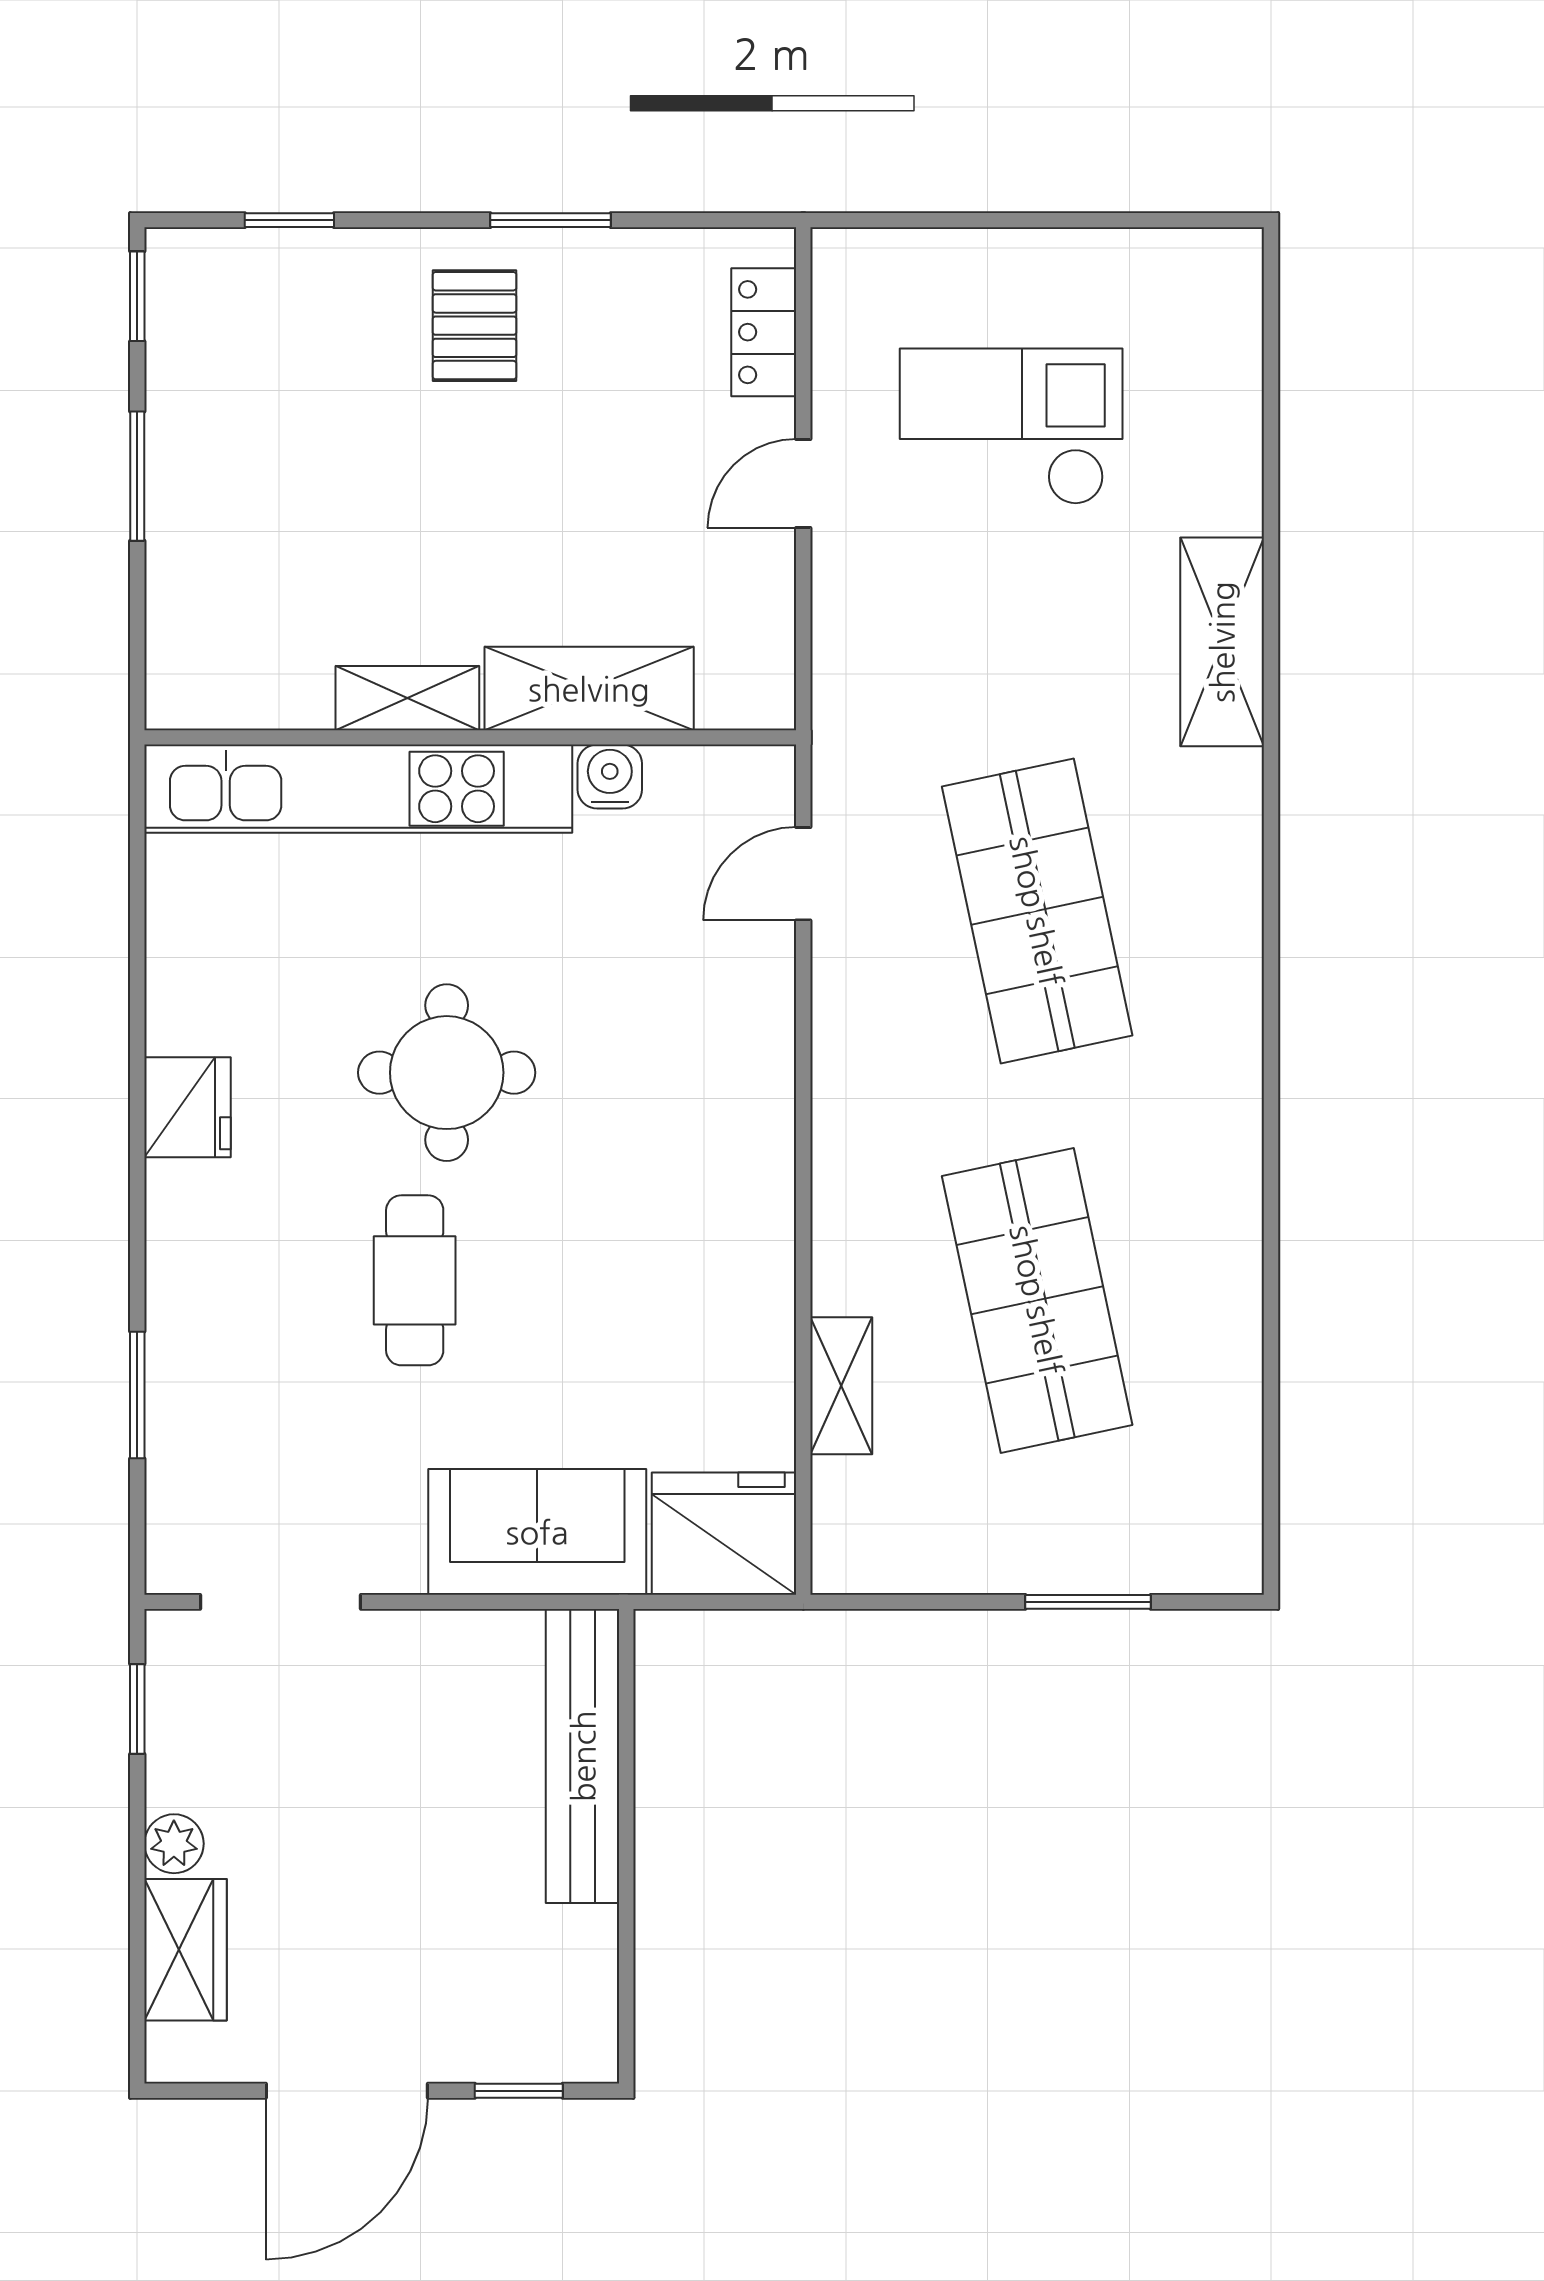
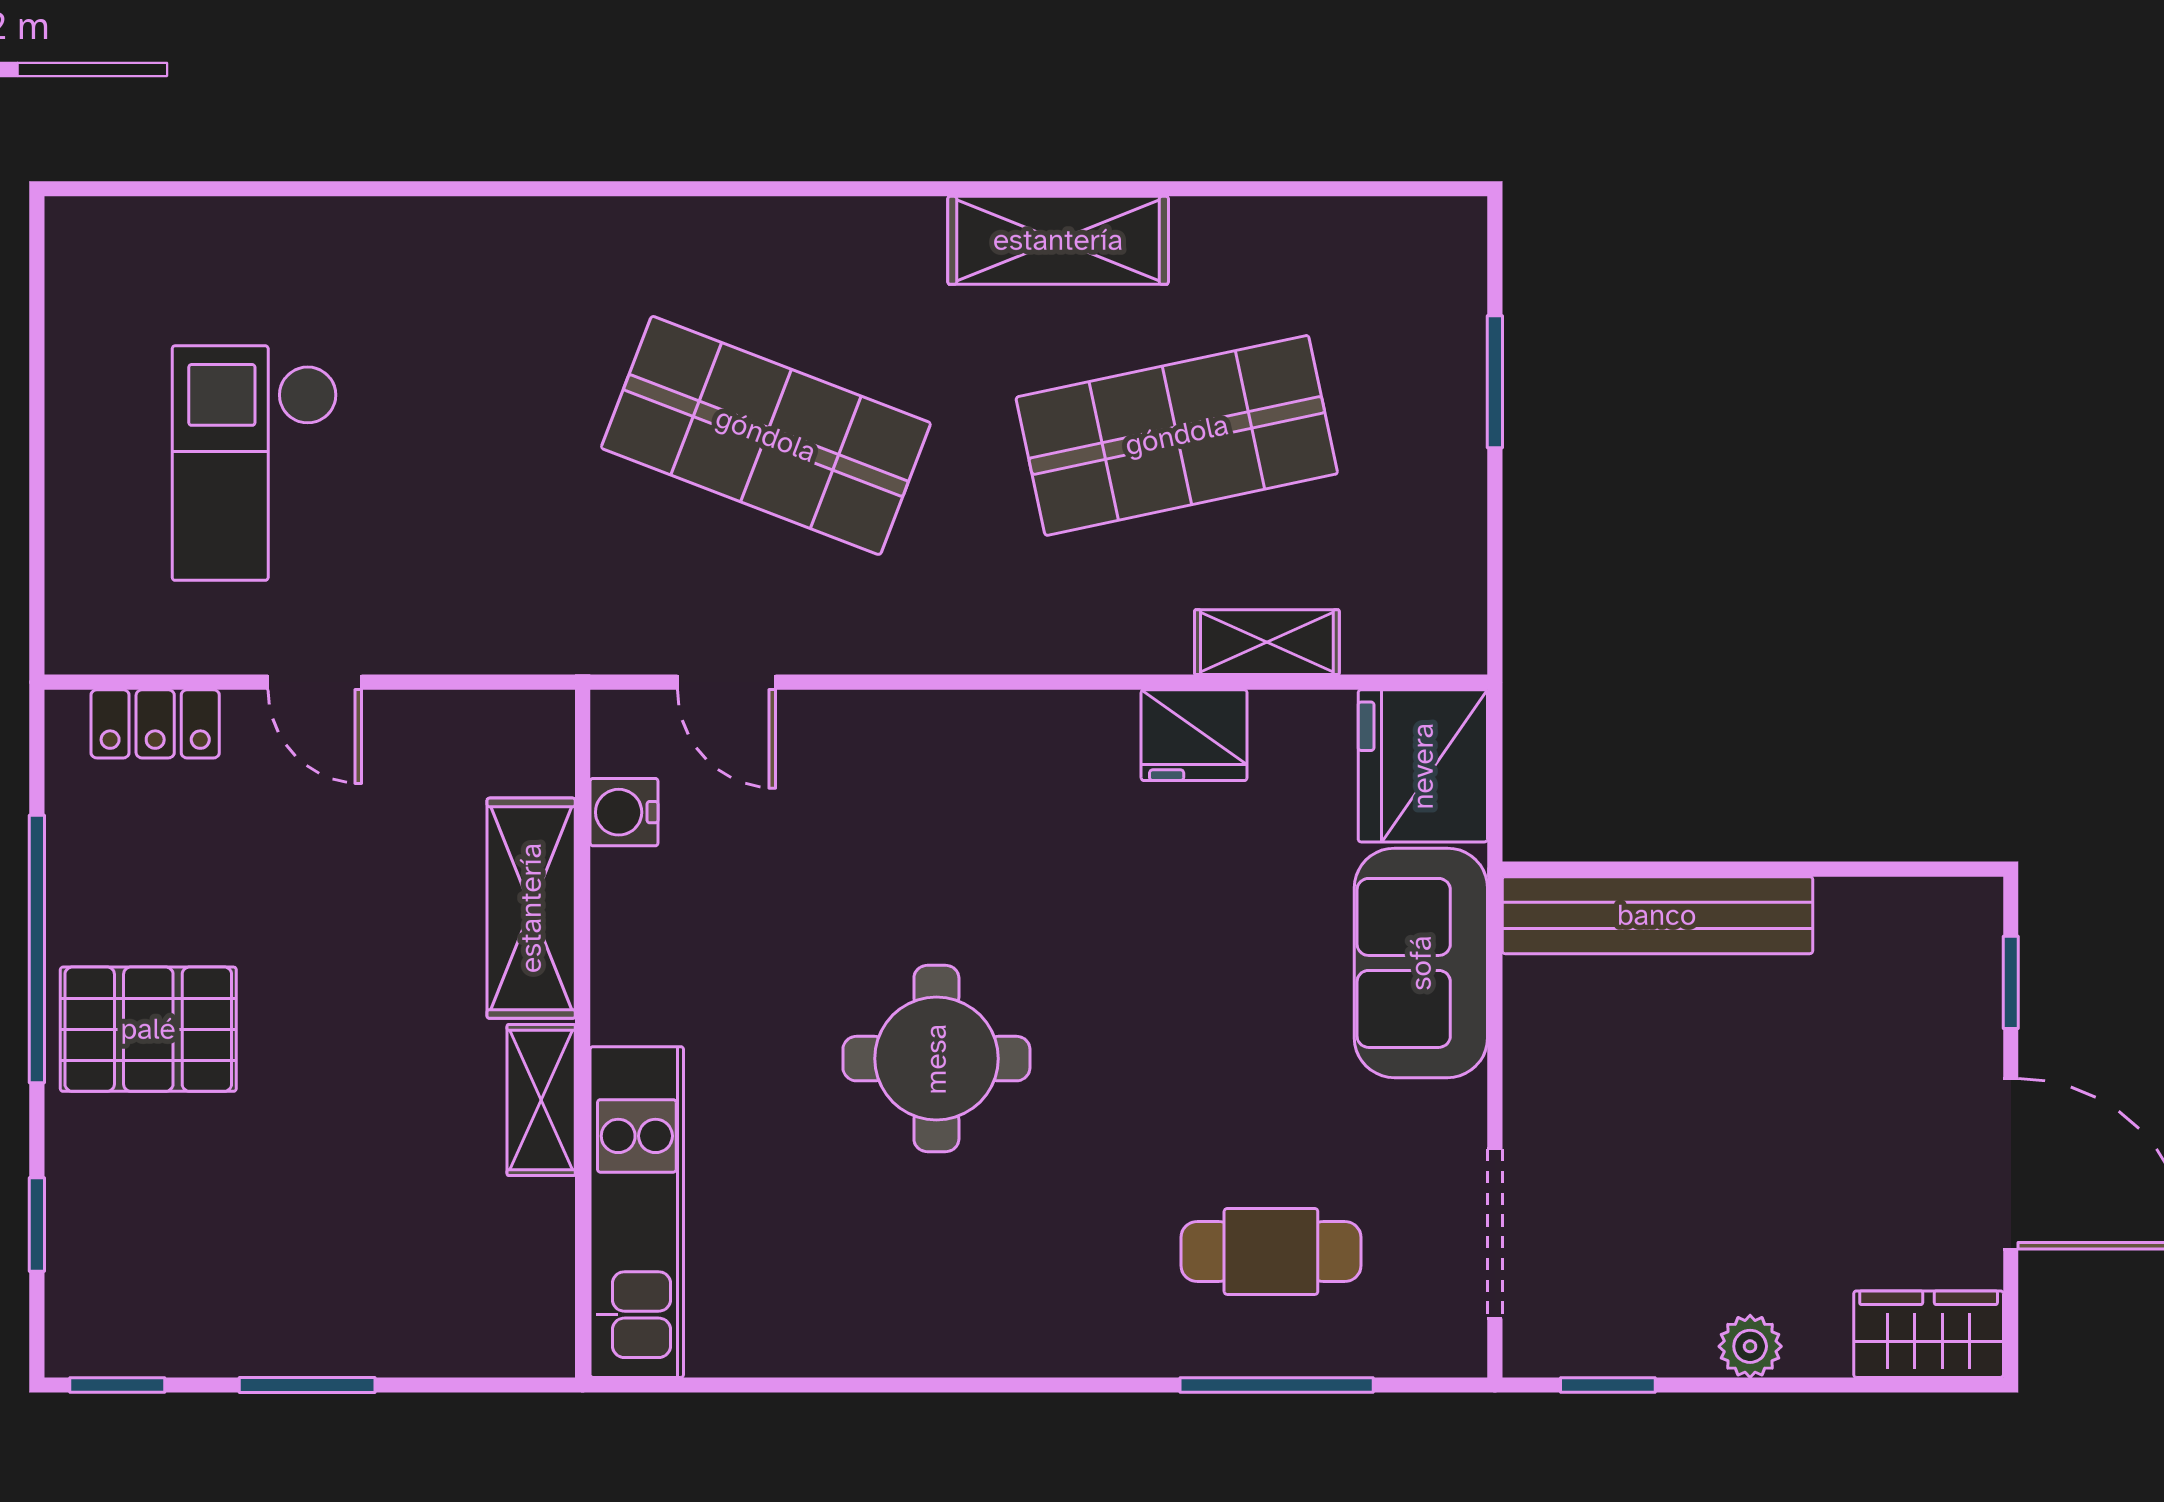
window: (550, 220) -> (37, 949), width x2.11
pallet: (475, 326) -> (148, 1029), width x1.50, depth x1.42
shelving: (1222, 642) -> (1058, 240), moved
water cooler: (610, 777) -> (624, 812), moved
kitchen unit: (358, 789) -> (637, 1212), width x0.73
shop shelf: (1037, 911) -> (766, 435), turned 33
fridge: (187, 1107) -> (1194, 735), moved, turned 180
cafe table: (415, 1280) -> (1271, 1251), moved
window: (137, 1395) -> (1277, 1385), width x1.44
wardrobe: (185, 1950) -> (1929, 1334), moved

